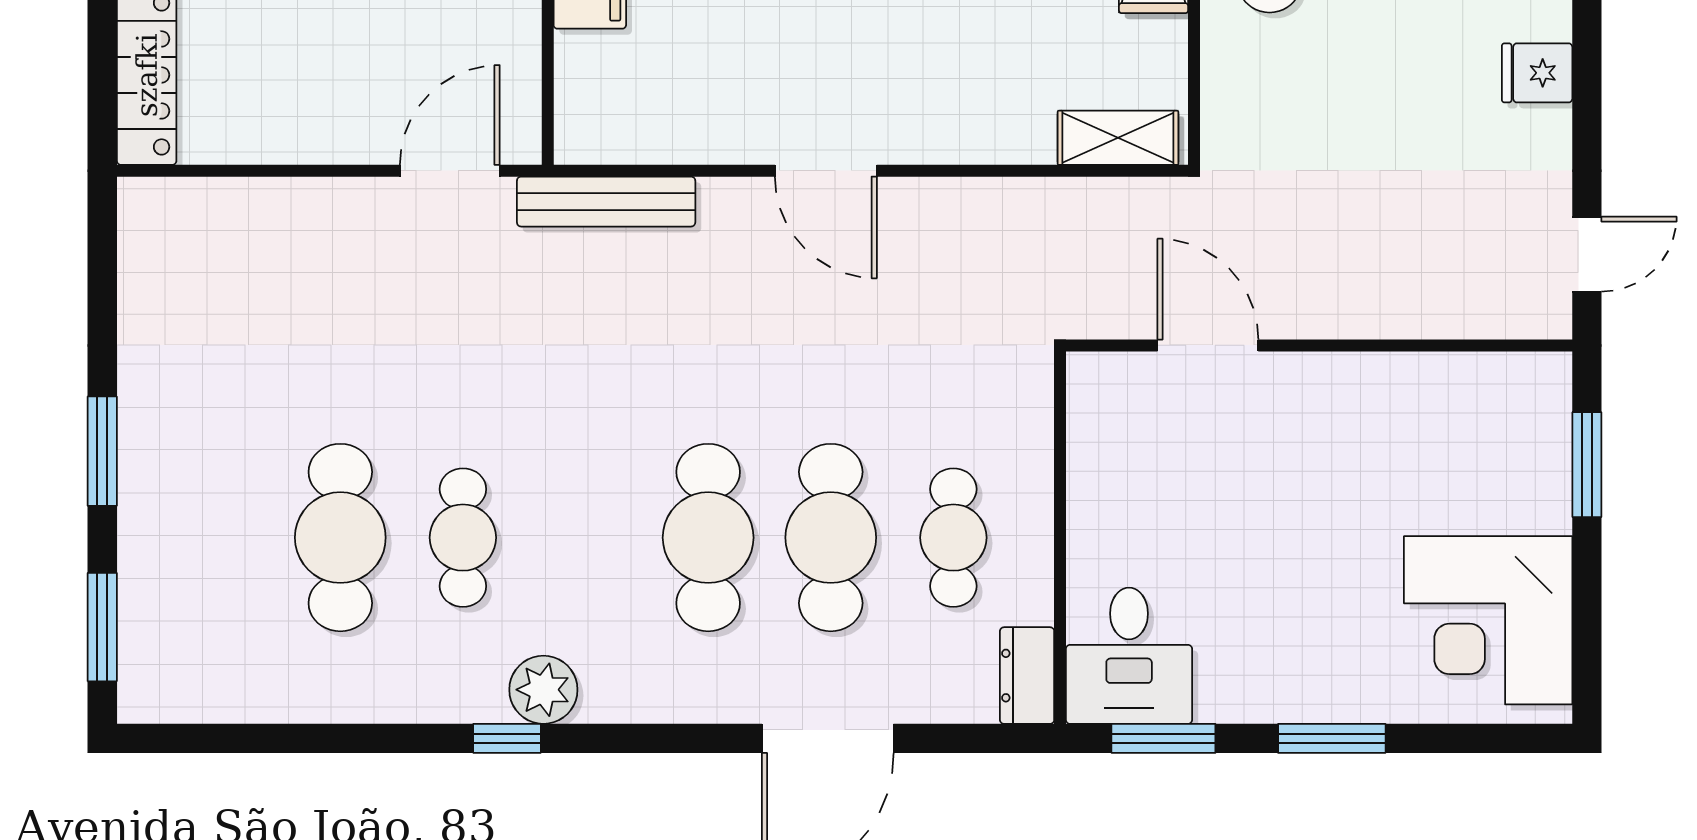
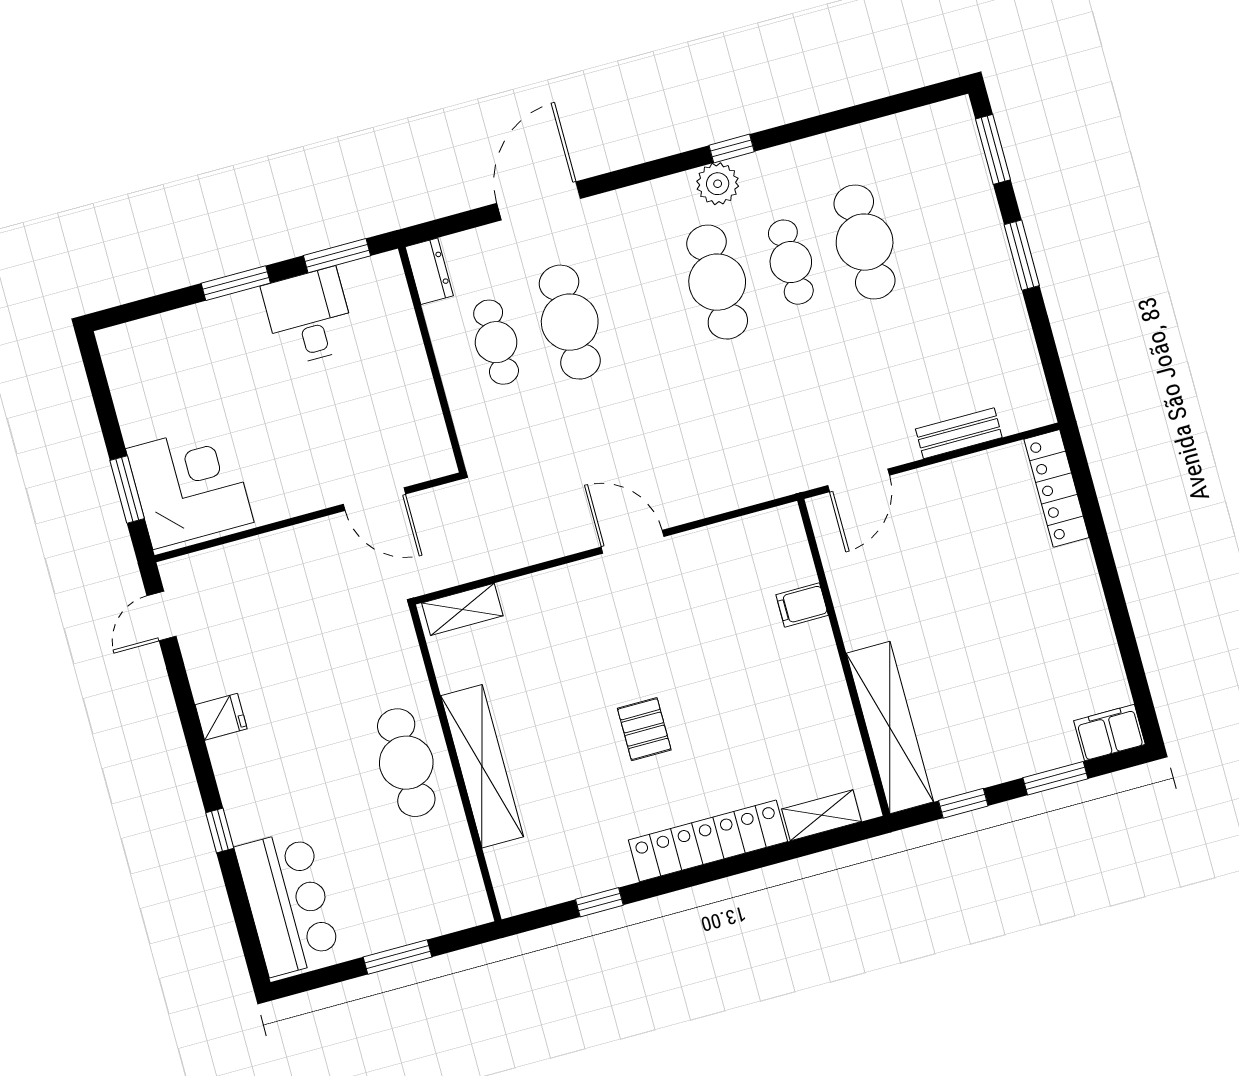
bench: (606, 202) -> (959, 433), moved, width x0.73
cafe table: (708, 538) -> (717, 282), moved
corner desk: (1488, 620) -> (190, 485), moved
desk: (1129, 656) -> (309, 317), moved

